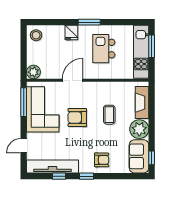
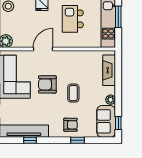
coffee table: (109, 115) -> (73, 93), moved
plant: (139, 129) -> (111, 100), width x0.53, depth x0.53
window: (87, 176) -> (77, 140), moved

